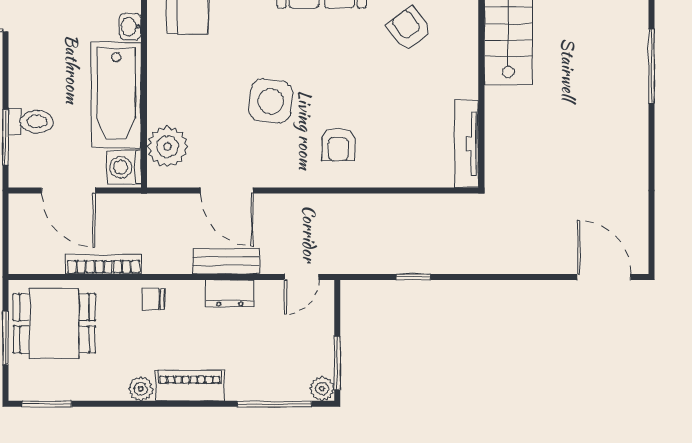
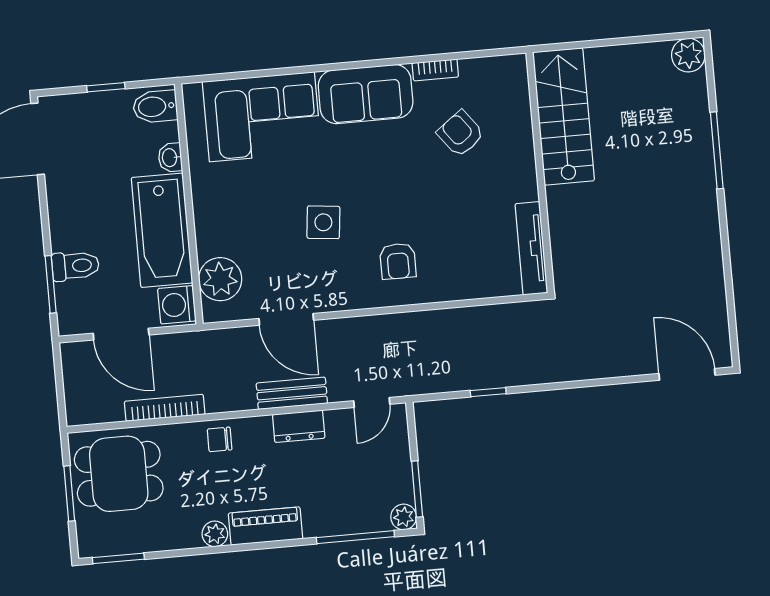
side table: (271, 101) -> (323, 222), width x0.73, depth x0.73

